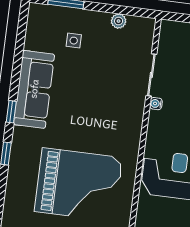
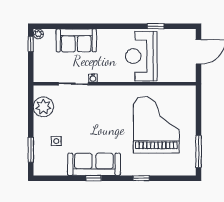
plant: (119, 21) -> (43, 107), width x1.88, depth x1.88
window: (11, 112) -> (94, 178), moved

